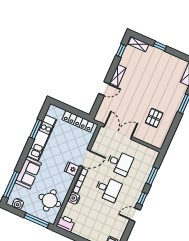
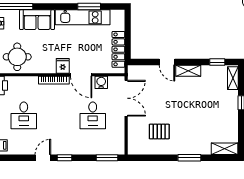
window: (152, 176) -> (107, 158), moved
desk: (108, 189) -> (24, 115), moved
water cooler: (74, 198) -> (101, 82), moved
door: (135, 215) -> (43, 158), hinge flipped

